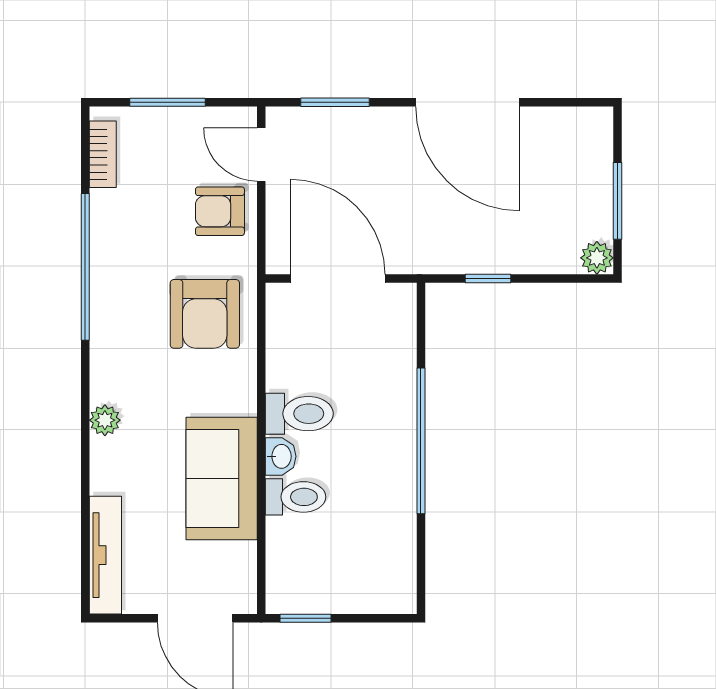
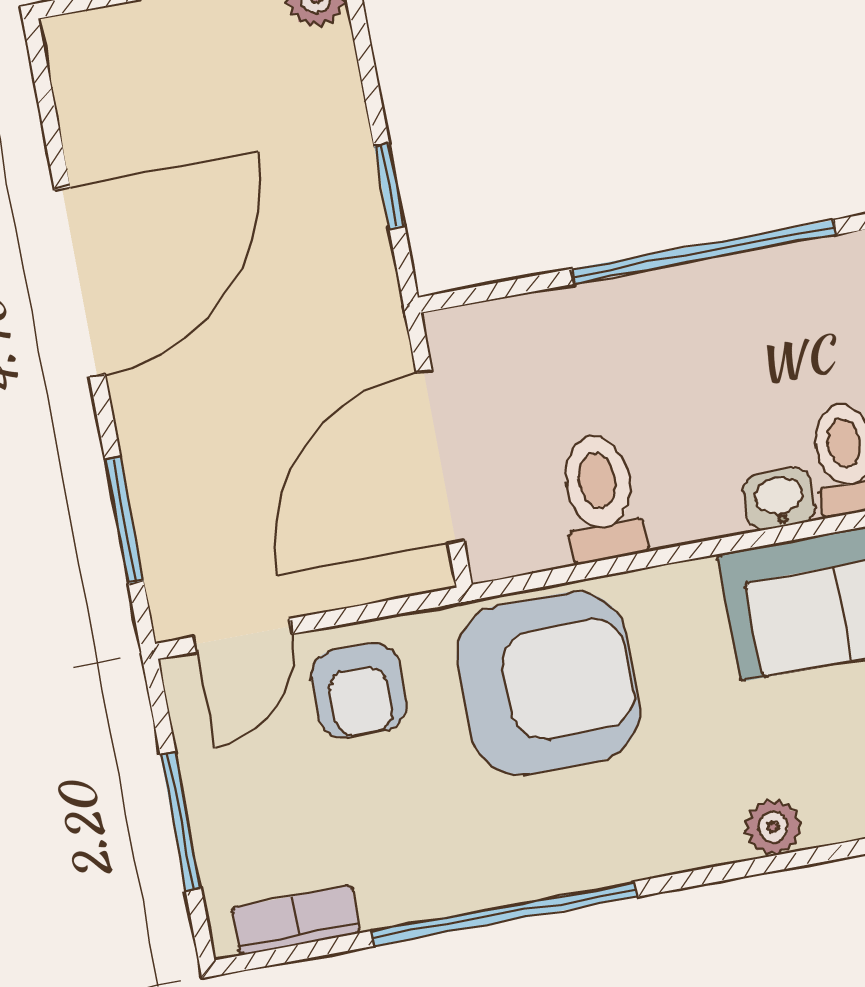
armchair: (205, 314) -> (548, 683), width x1.36, depth x1.36
toilet: (299, 414) -> (601, 498), moved

